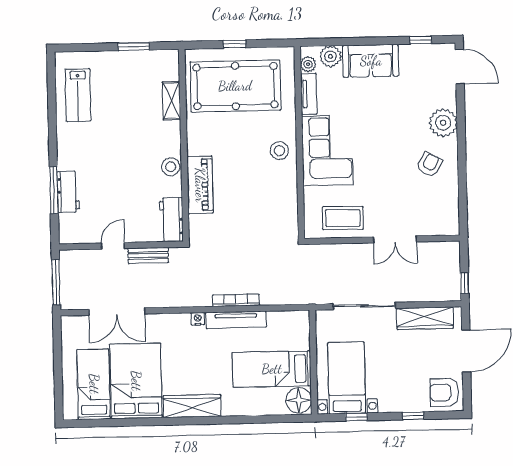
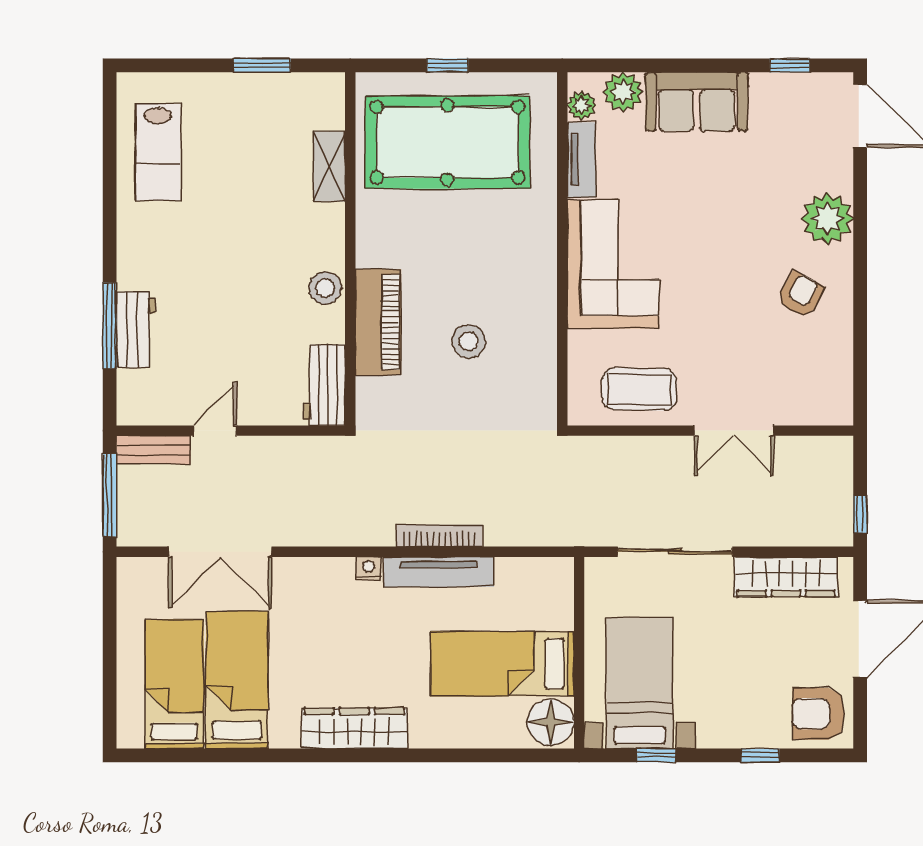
stool: (279, 151) -> (469, 341), moved
bench: (148, 255) -> (153, 450), moved
bed: (136, 381) -> (237, 680), width x0.67

